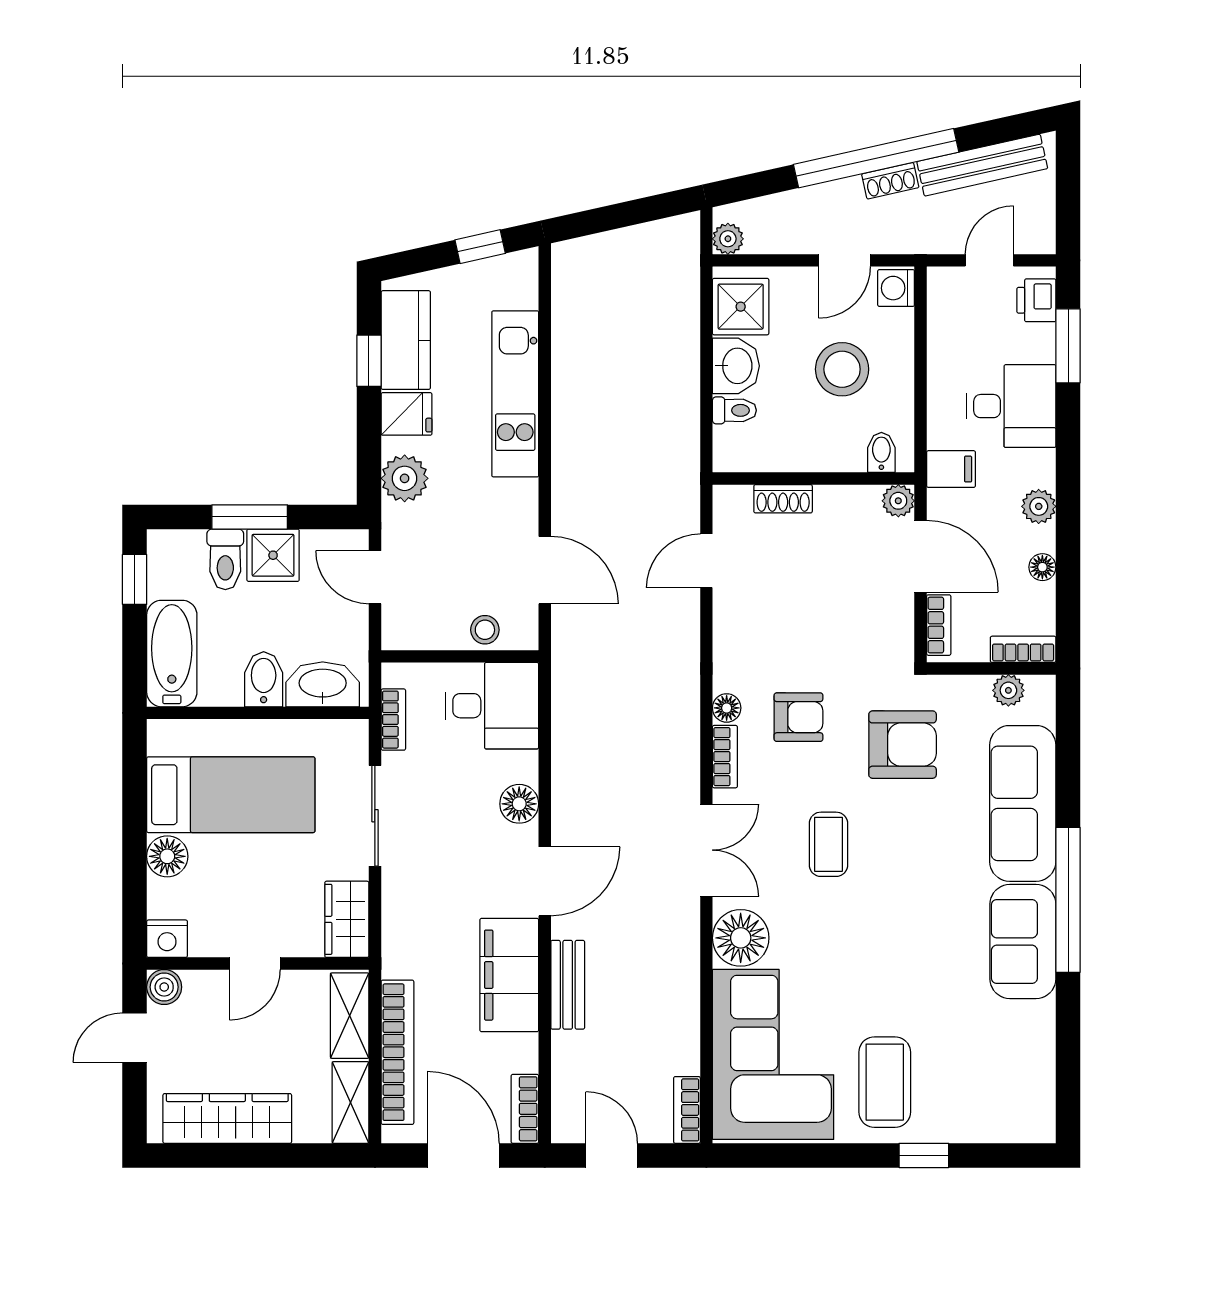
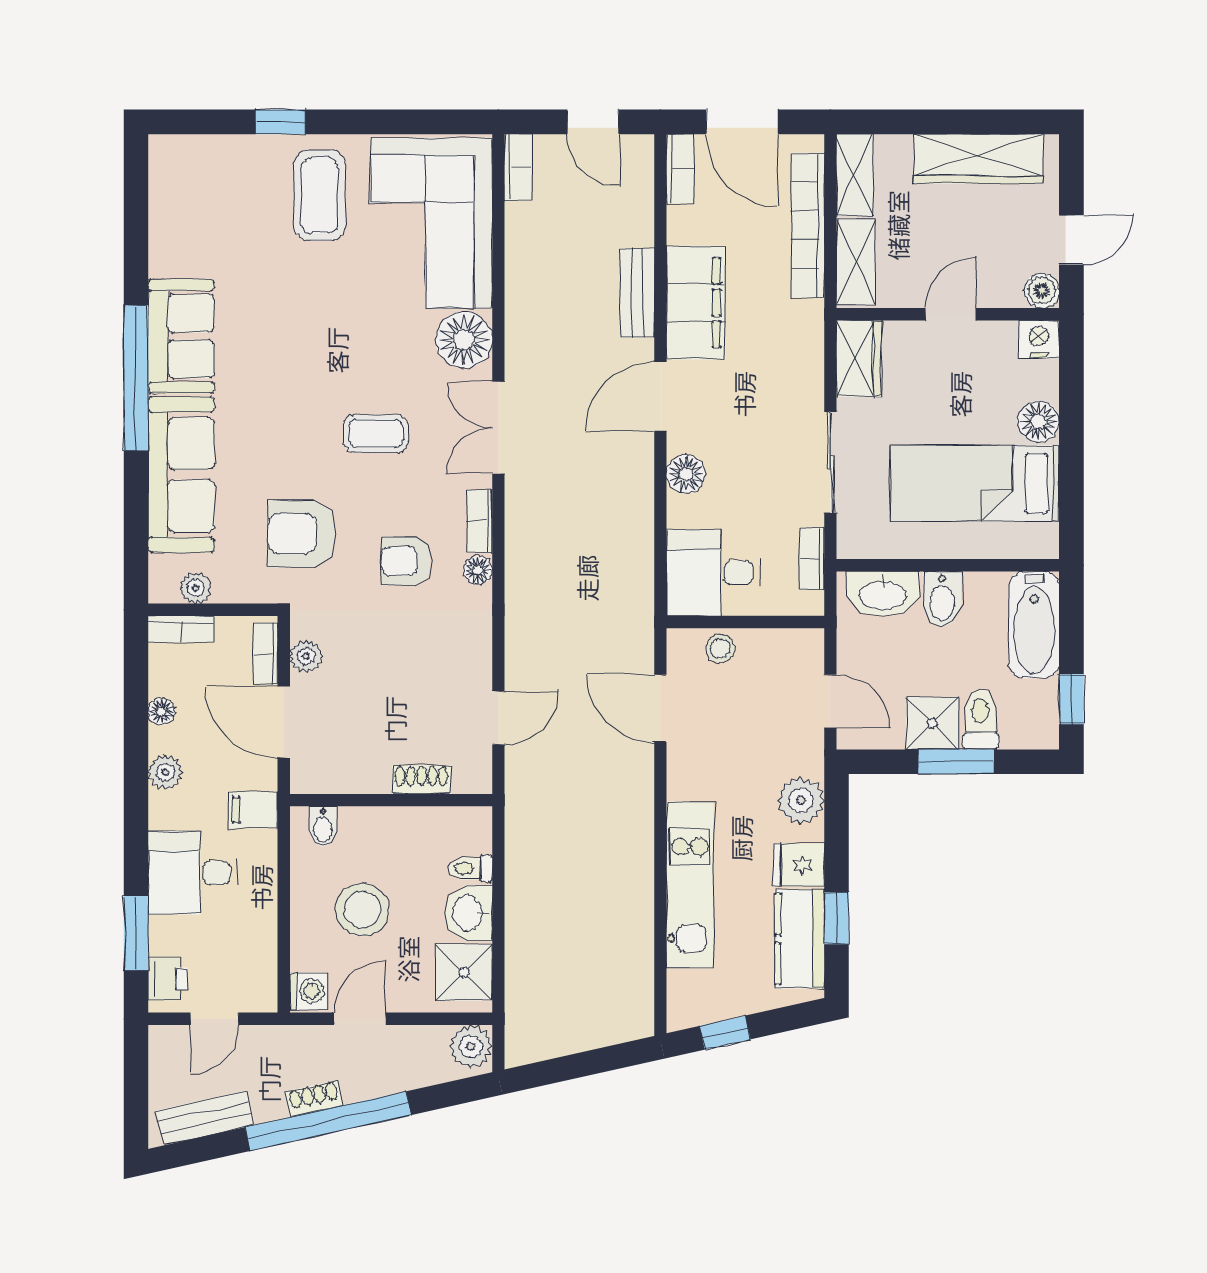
bench: (982, 165) -> (205, 1118), width x0.73
plant: (728, 239) -> (471, 1046), width x1.38, depth x1.38
plant: (898, 501) -> (306, 656), moved
coffee table: (828, 844) -> (376, 434), turned 90

